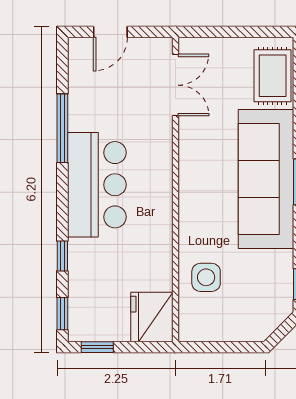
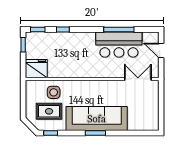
rug: (273, 76) -> (49, 111), moved
double door: (175, 85) -> (138, 79), swing flipped
bar counter: (97, 185) -> (119, 45), moved

